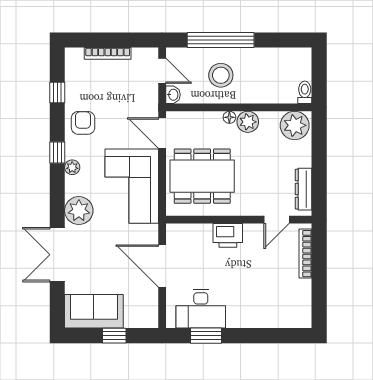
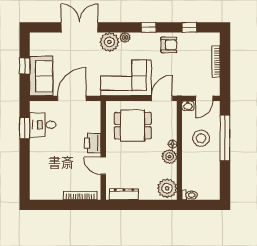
plant: (72, 167) -> (125, 38), moved
dining table: (202, 176) -> (133, 126), width x0.73
door: (277, 220) -> (103, 166), moved
desk: (201, 309) -> (43, 125), width x0.73
sofa: (94, 311) -> (41, 76), moved

